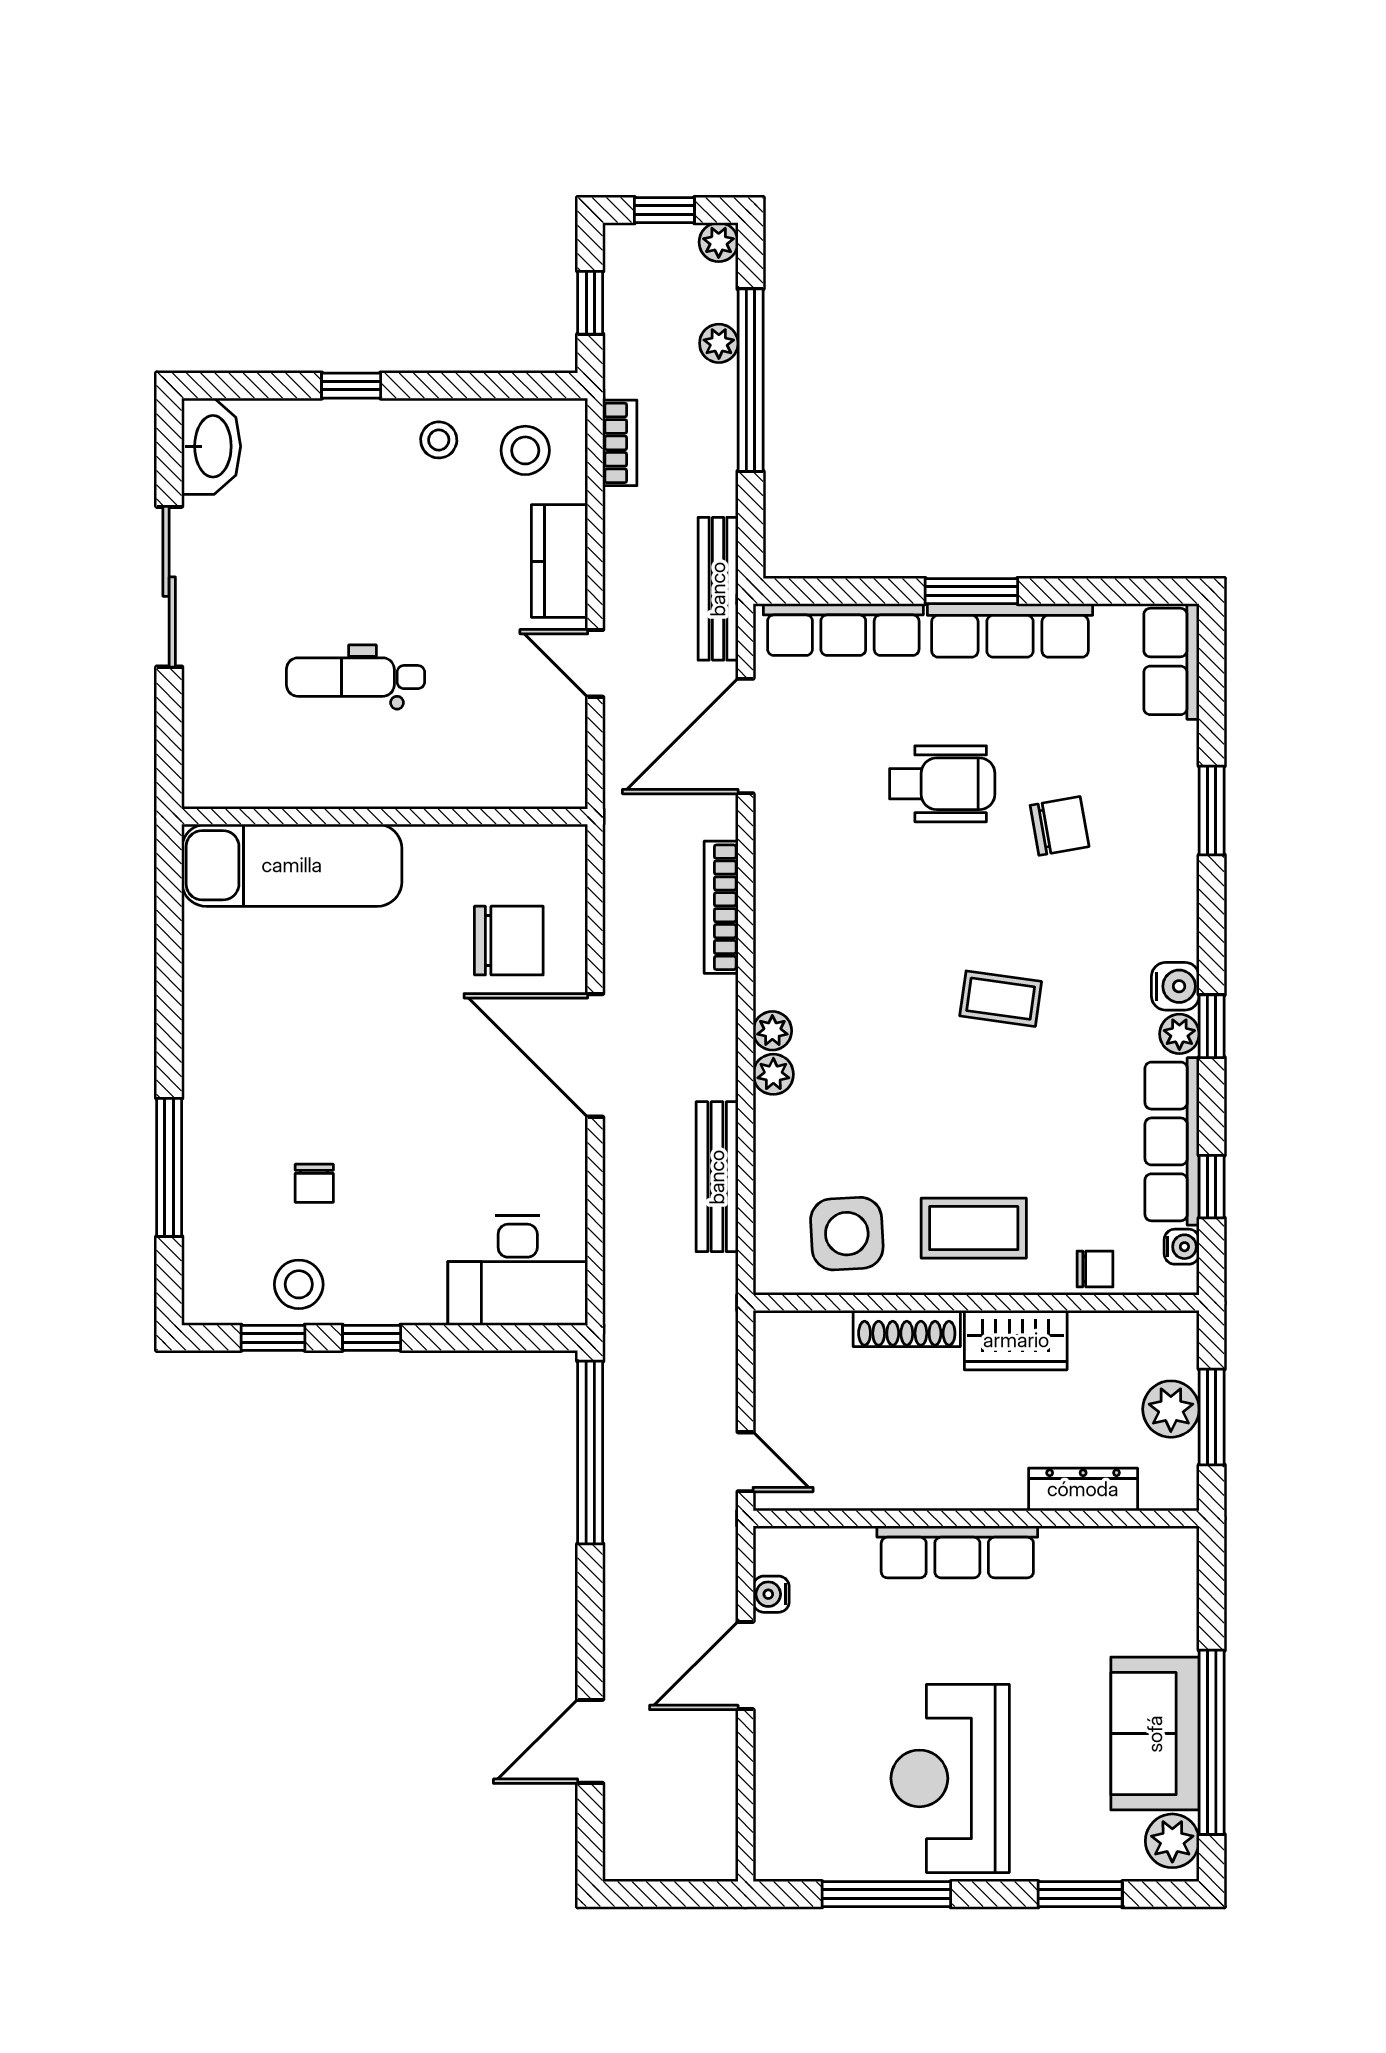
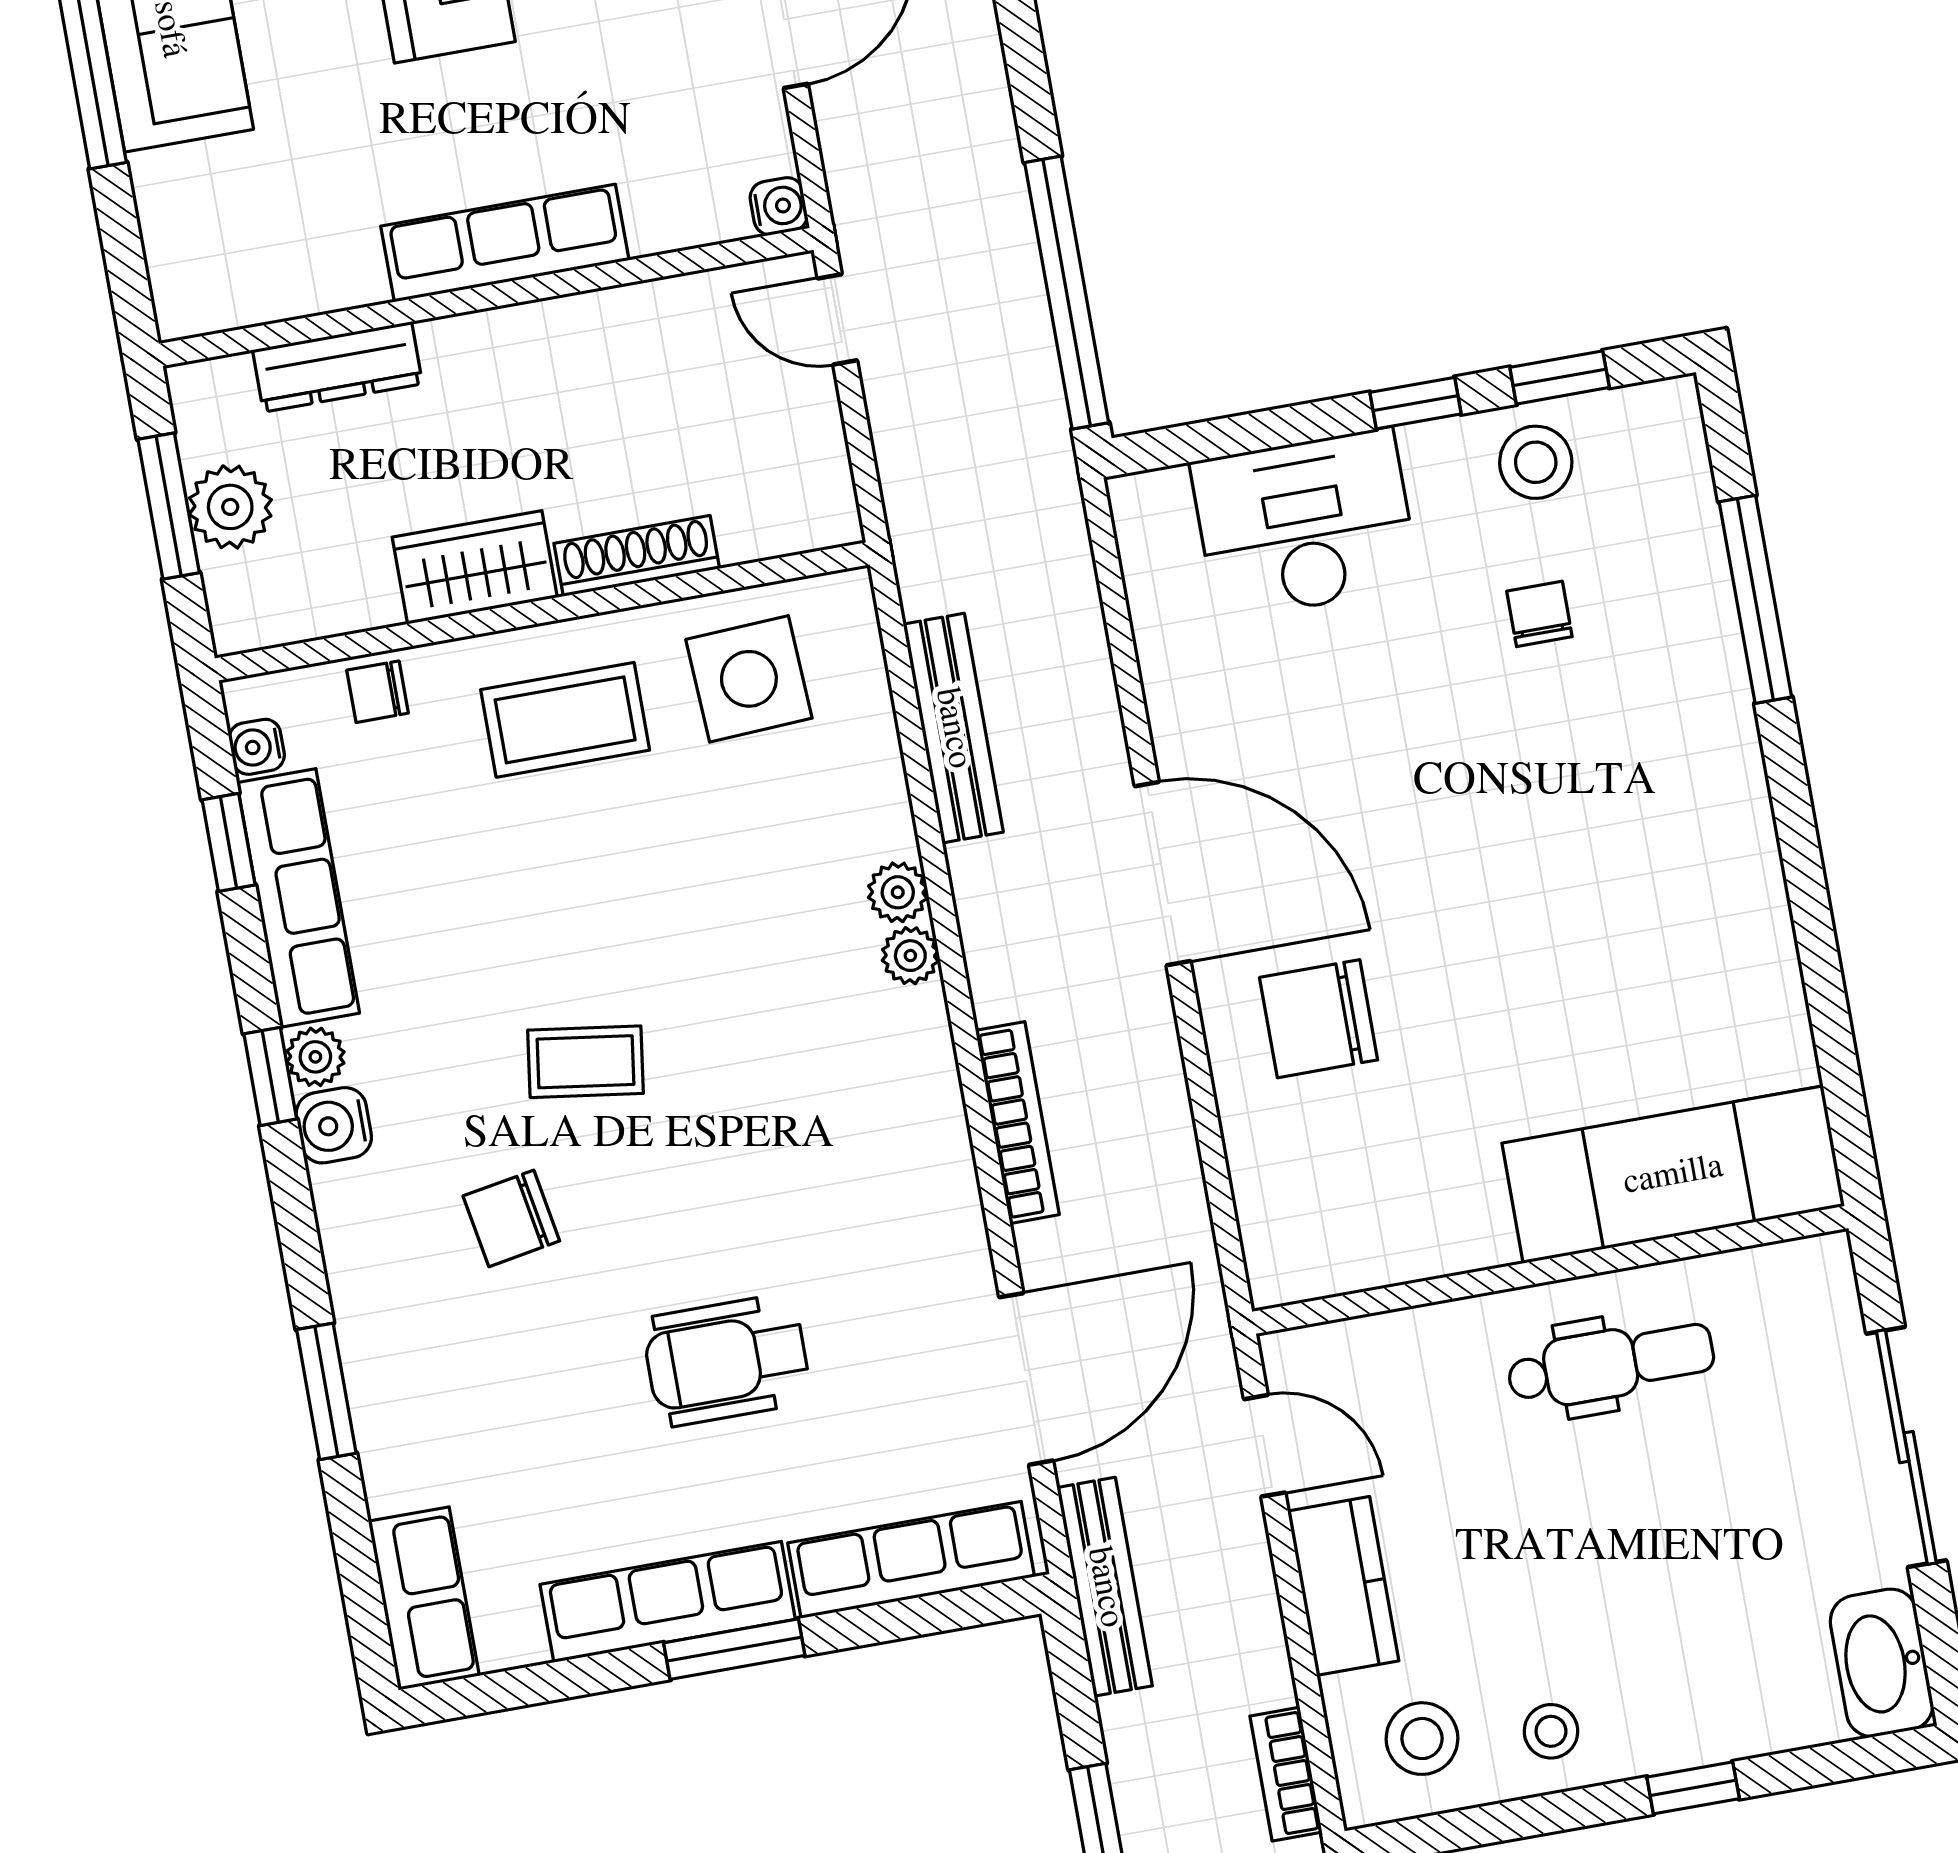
wall: (385, 817) -> (1550, 1270), moved
chair: (1060, 826) -> (511, 1218), moved
exam couch: (292, 865) -> (1673, 1175), moved
desk: (518, 1270) -> (1305, 524), moved
water cooler: (771, 1594) -> (779, 206), moved

